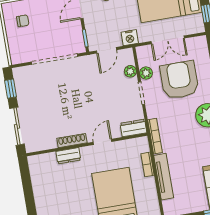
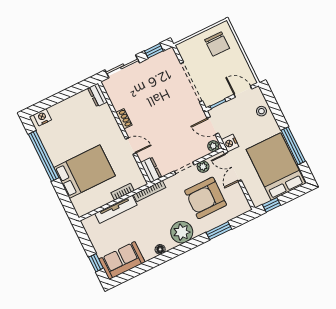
chair: (23, 21) -> (217, 44), width x1.87, depth x1.87
double door: (168, 40) -> (233, 167), moved
plant: (130, 71) -> (213, 146), moved
armchair: (179, 80) -> (206, 198), turned 180
shoe rack: (72, 141) -> (124, 119), width x0.70
dresser: (68, 156) -> (98, 95), moved

